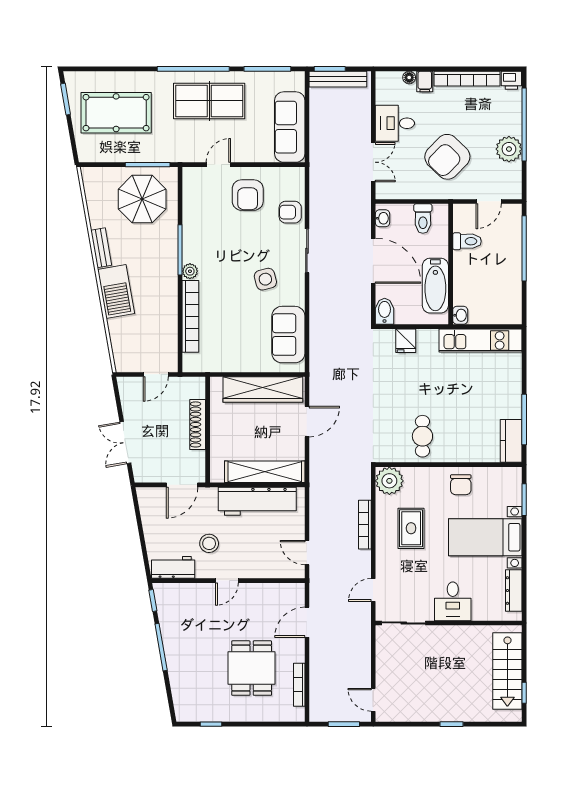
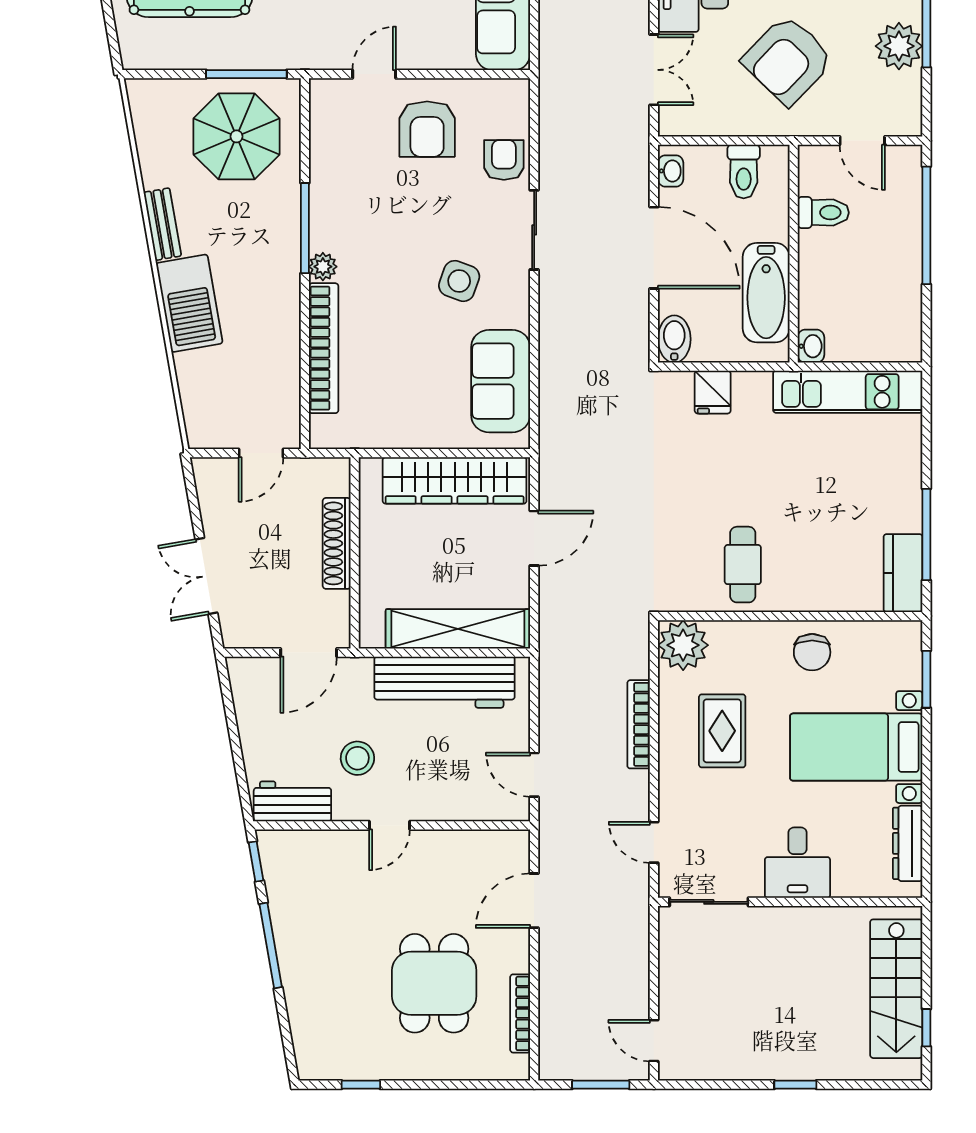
door: (489, 201) -> (862, 141), hinge flipped
armchair: (290, 212) -> (504, 160), turned 90
side table: (265, 279) -> (459, 281), turned 35
door: (373, 590) -> (654, 842), hinge flipped

